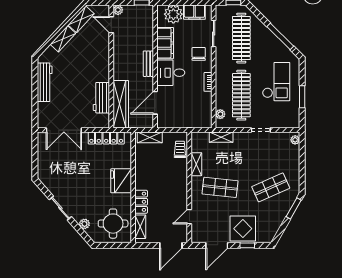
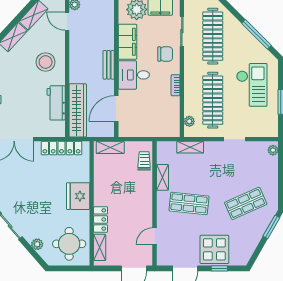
chair: (199, 54) -> (165, 54), turned 90
stool: (92, 61) -> (46, 62), added

